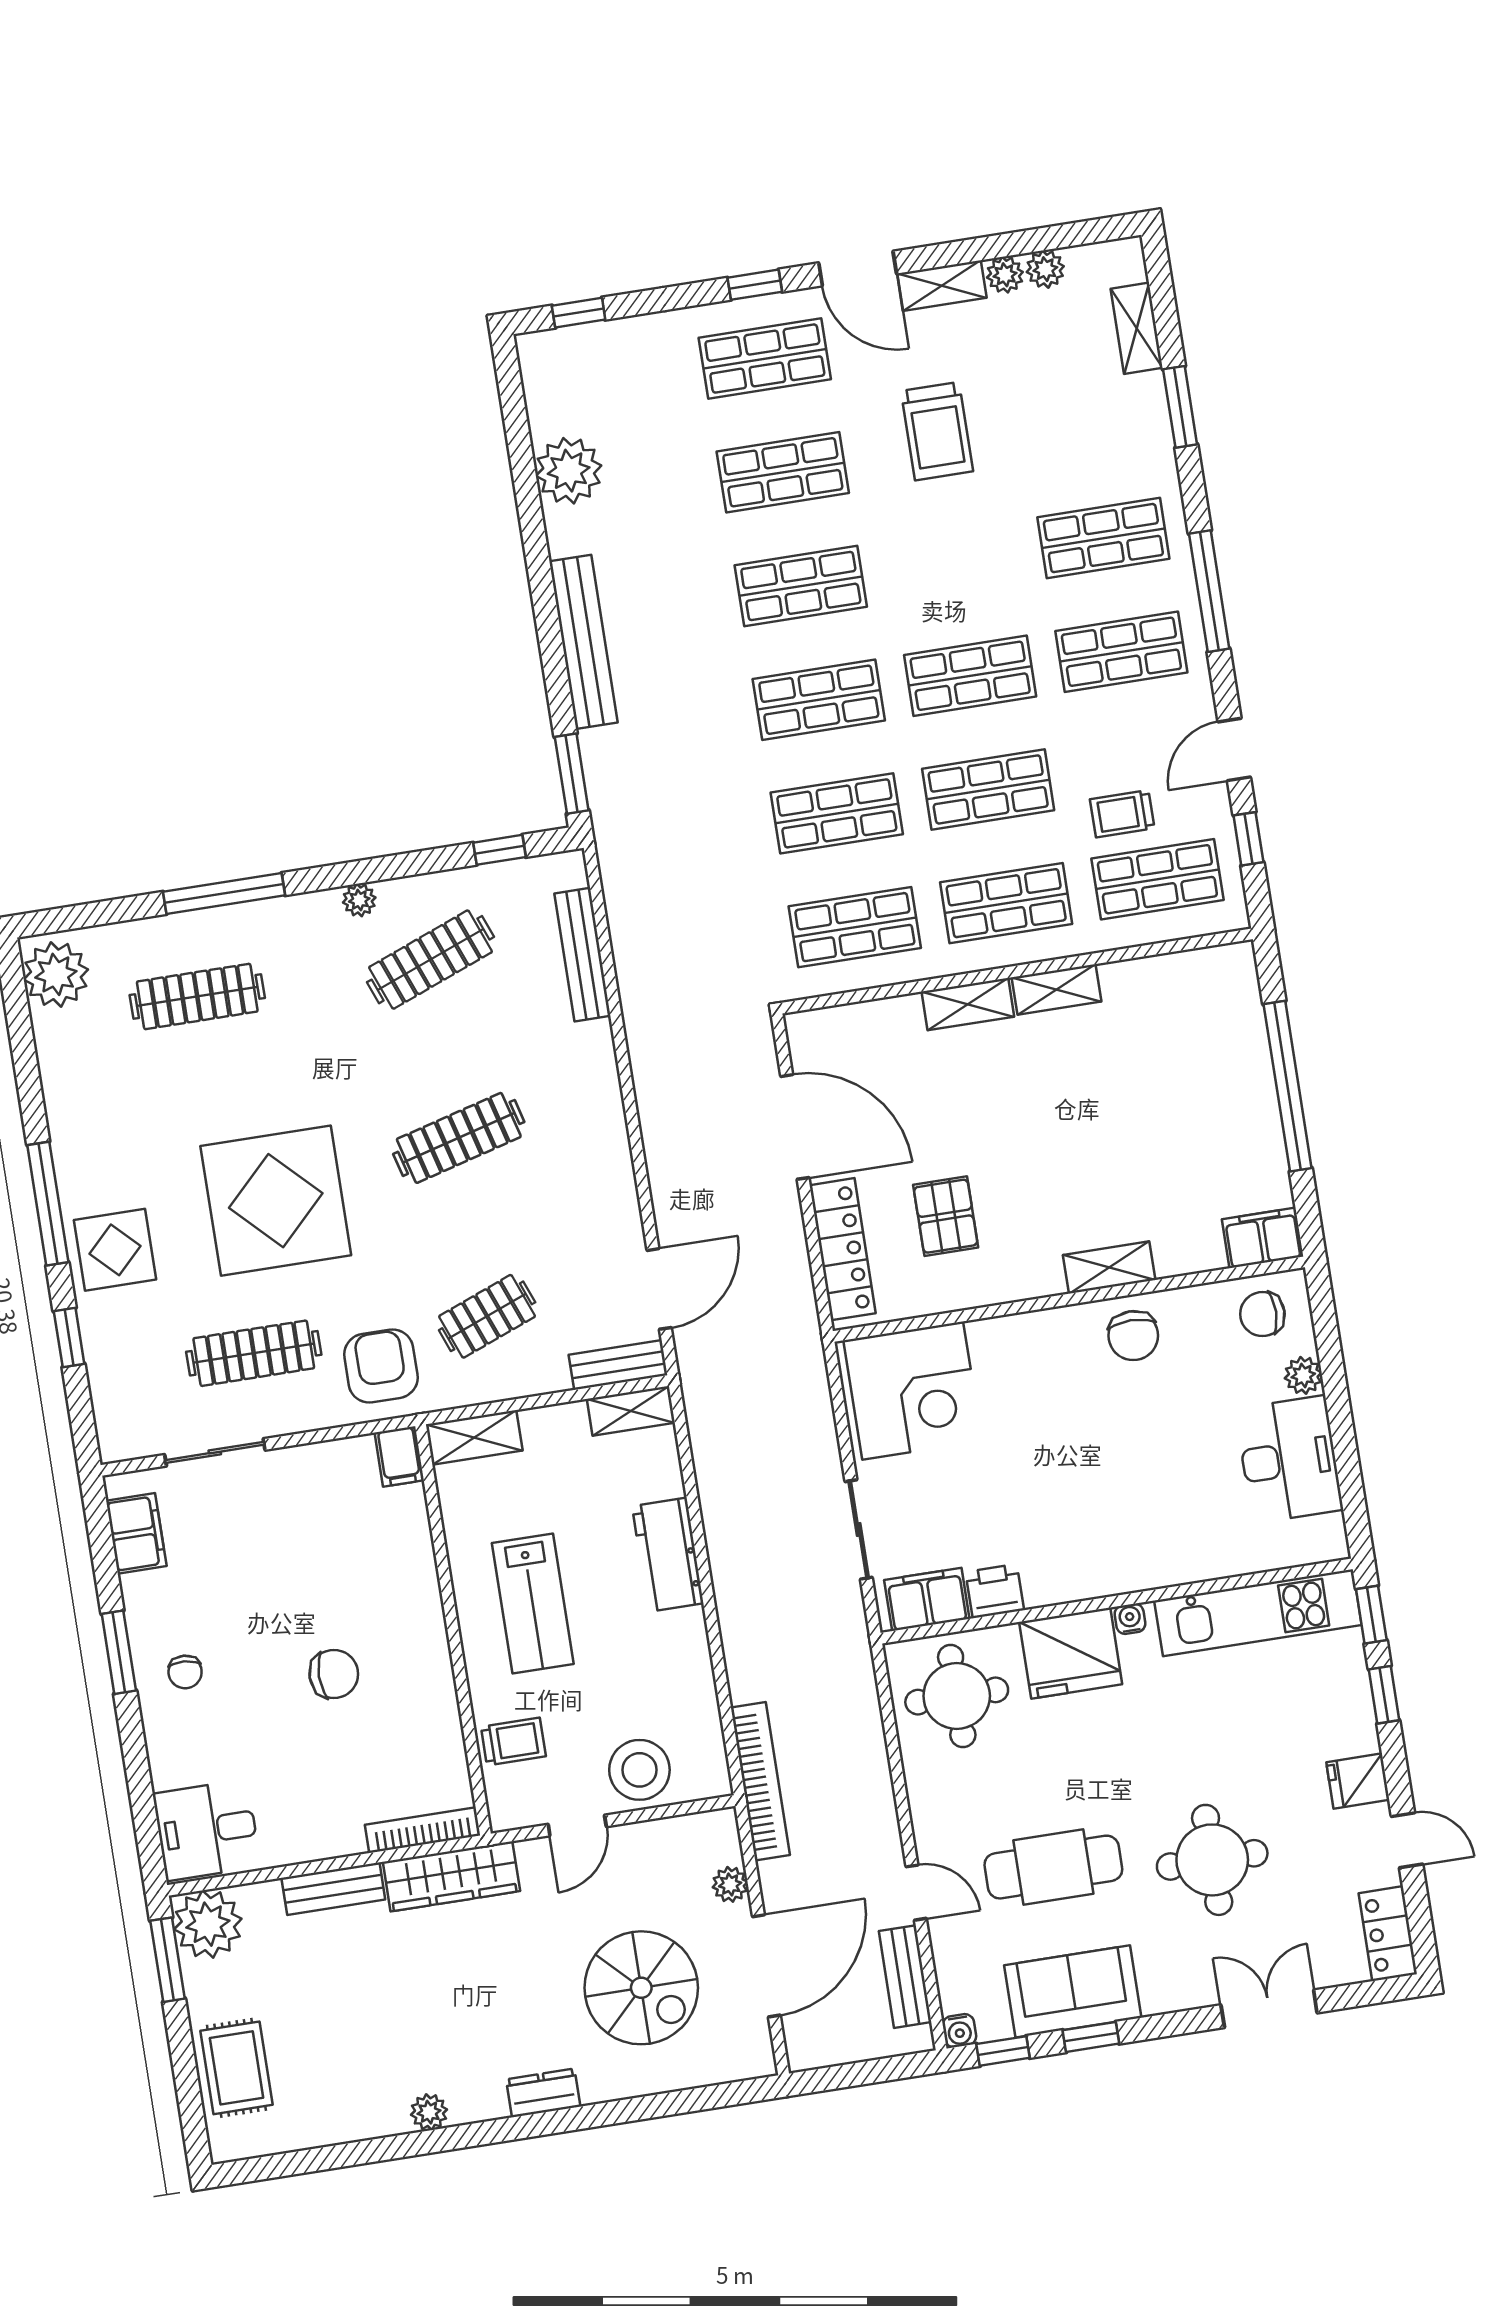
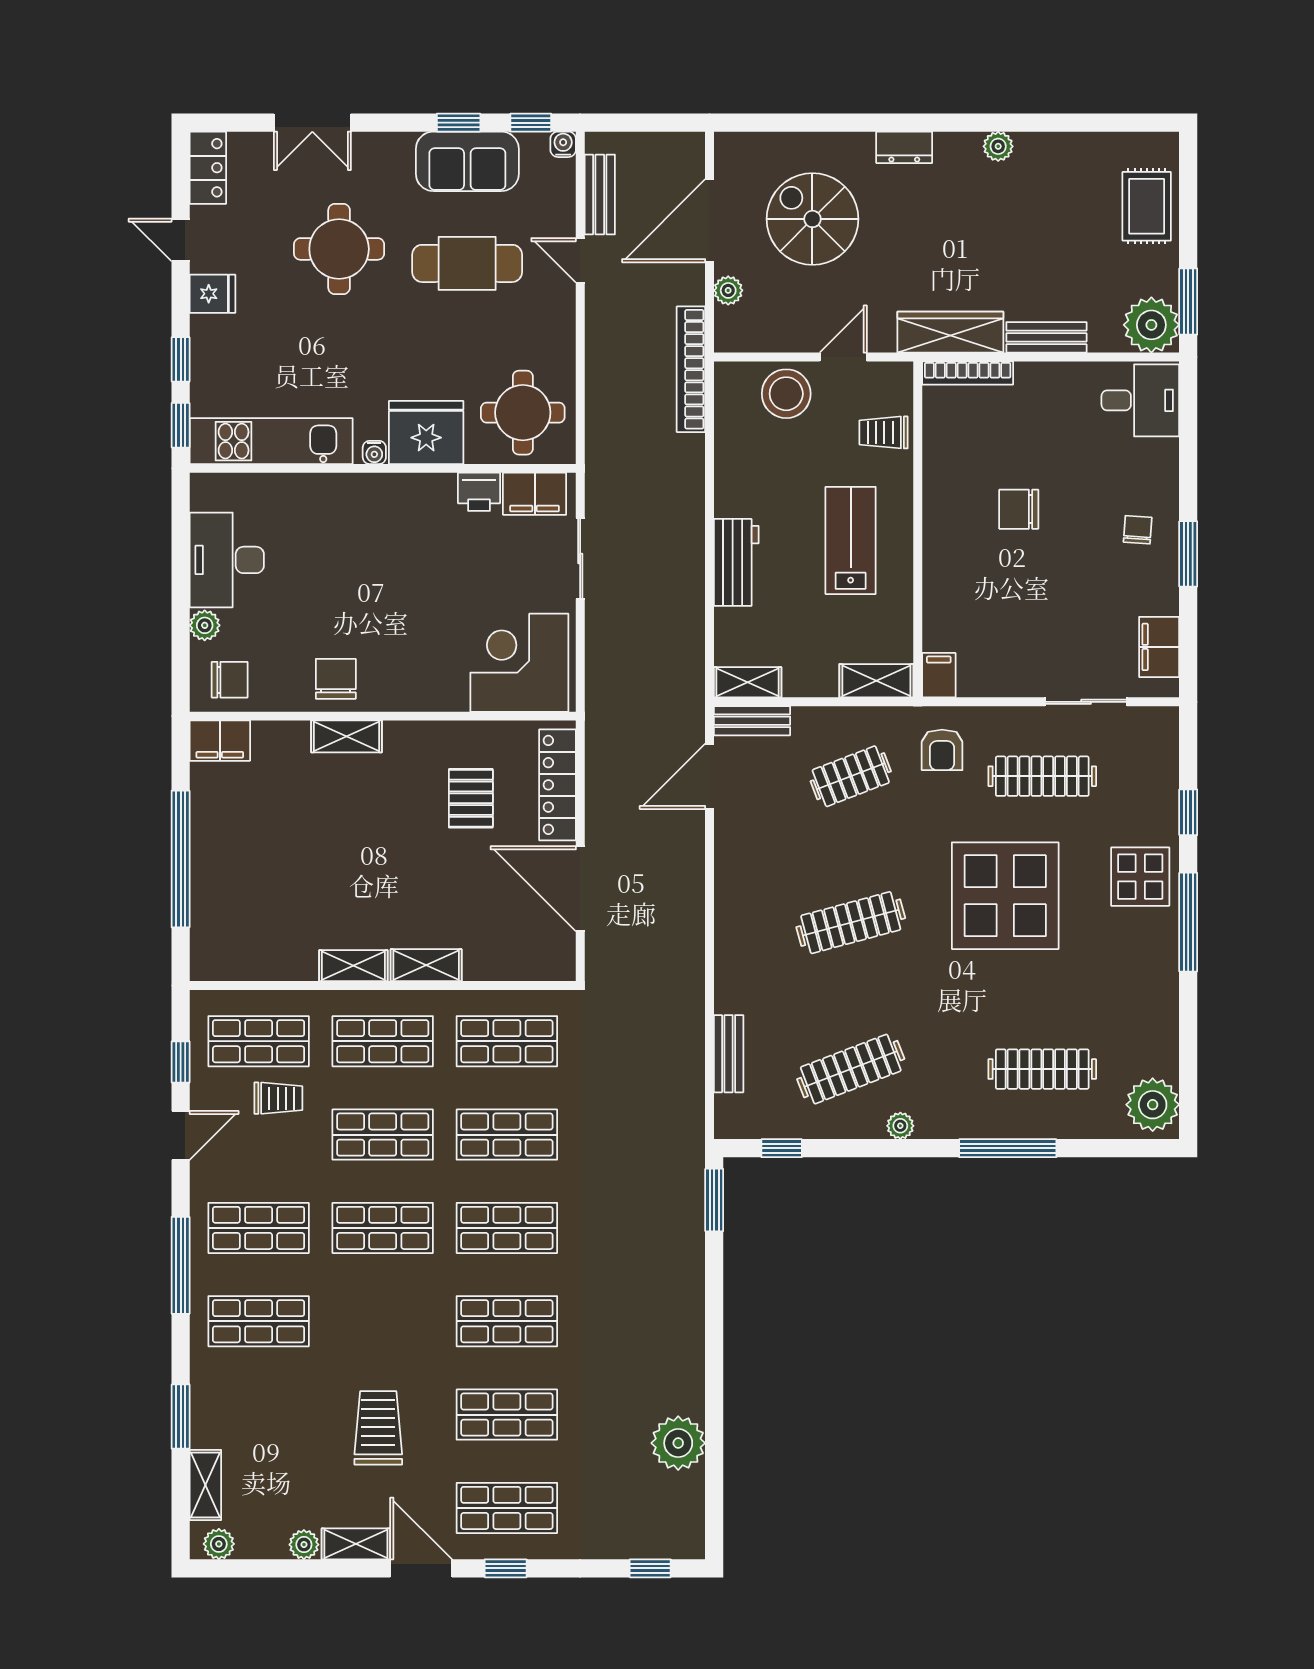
plant: (1045, 269) -> (219, 1544), moved
bench: (583, 642) -> (688, 1304), removed
bench: (582, 955) -> (729, 1054), width x0.73
armchair: (381, 1366) -> (942, 750), width x0.72, depth x0.72

